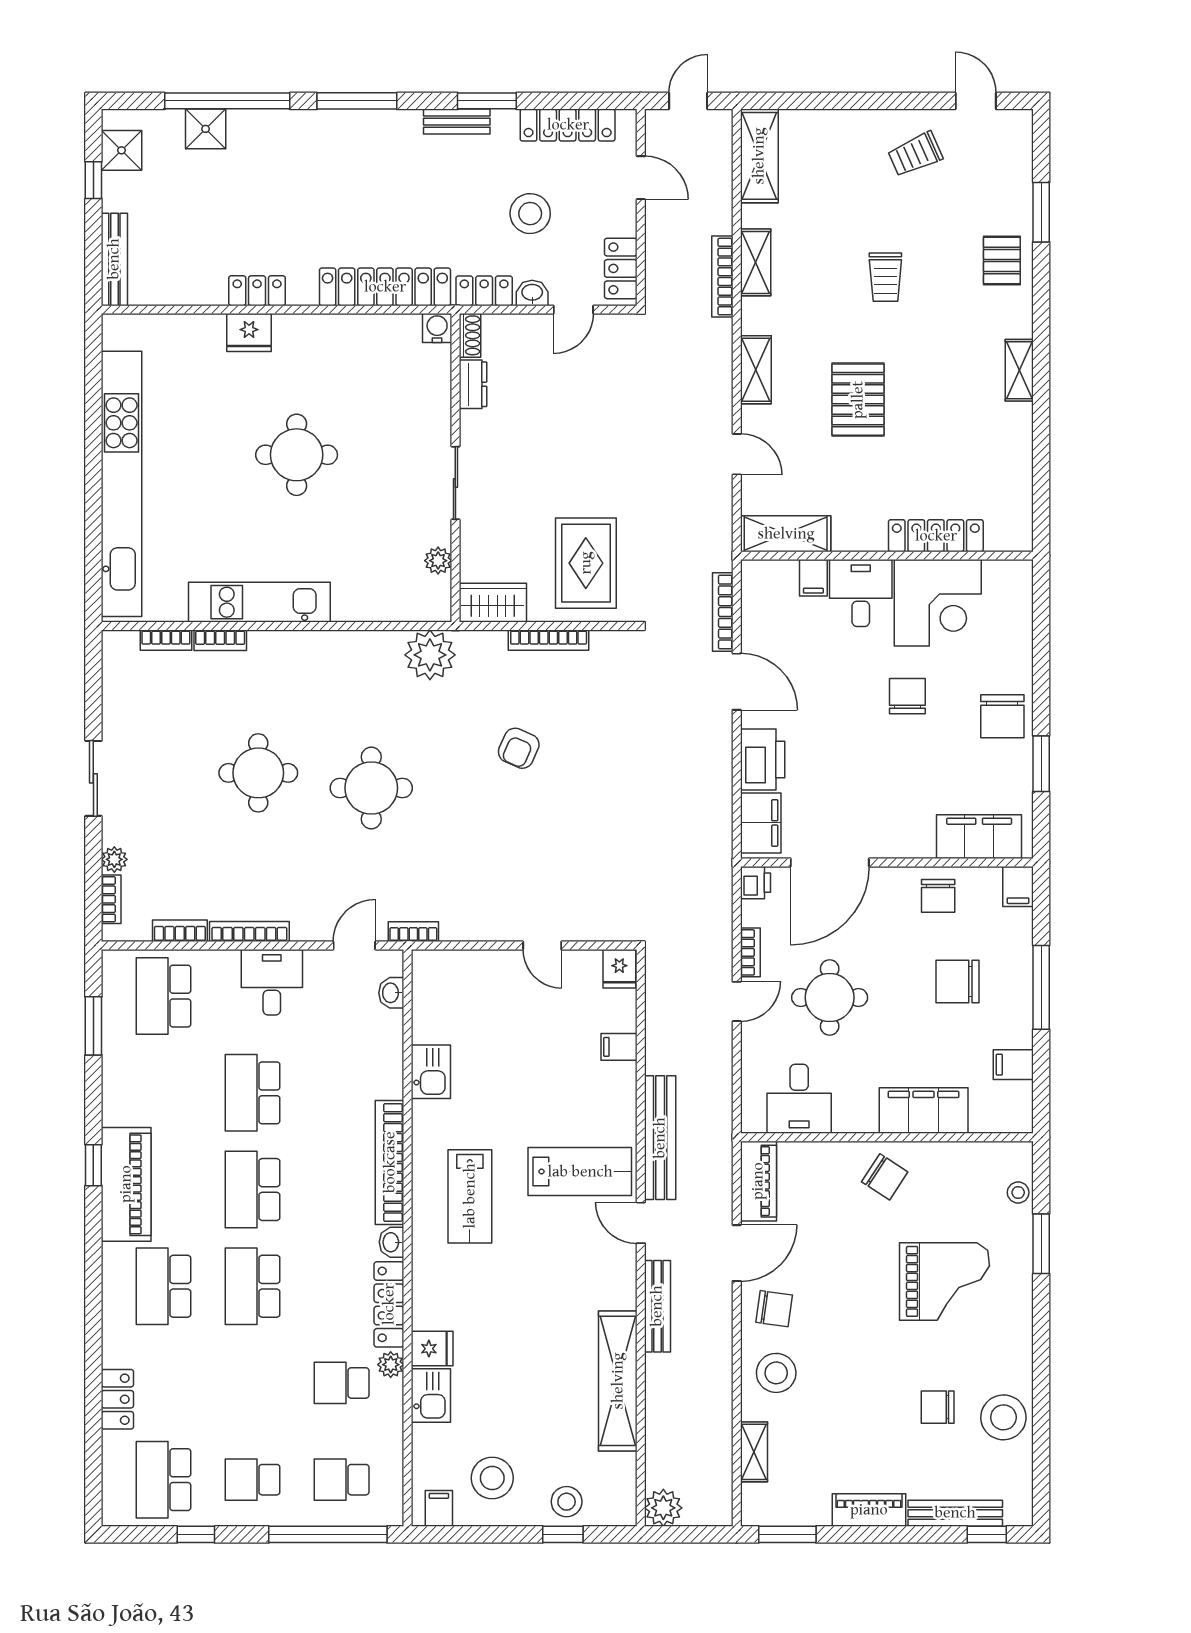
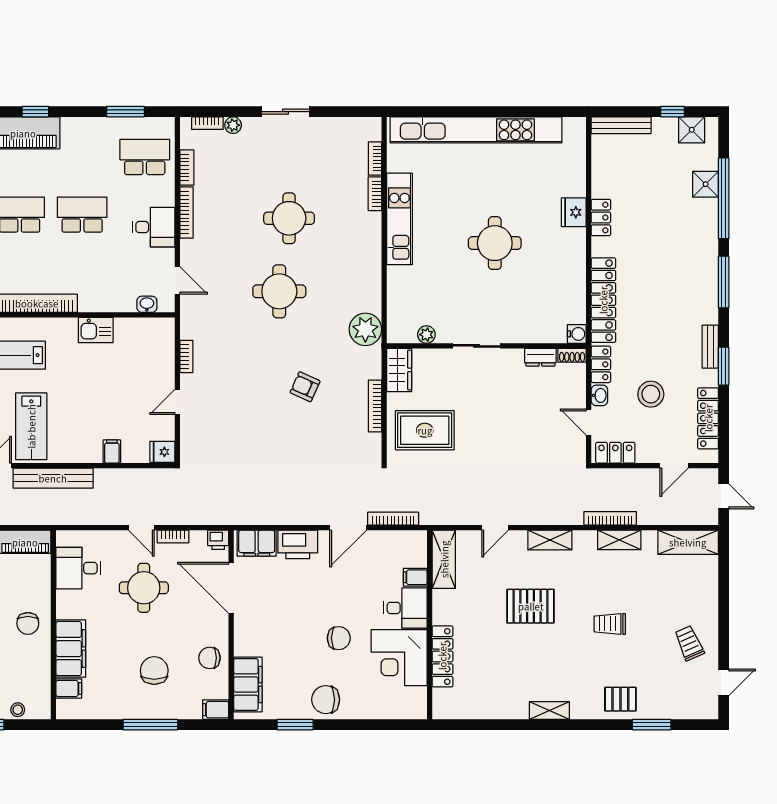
bookcase: (413, 932) -> (186, 356), moved
filing cabinet: (1013, 1065) -> (69, 688), moved, turned 90
chair: (885, 1177) -> (28, 623), turned -33

